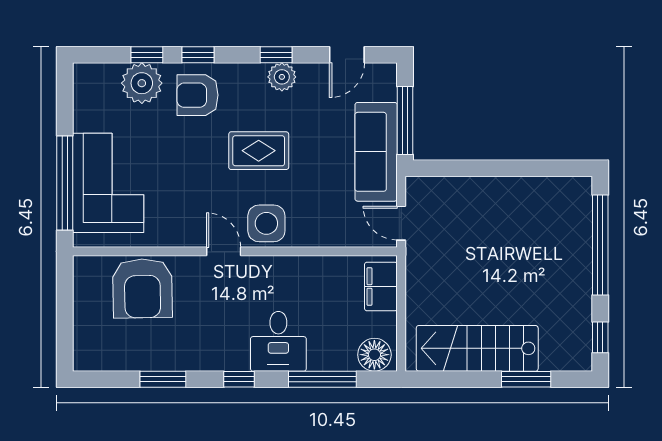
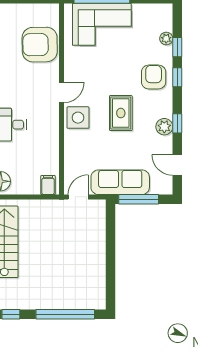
plant: (142, 83) -> (166, 39), width x0.53, depth x0.53
filing cabinet: (381, 286) -> (48, 185), width x0.50

